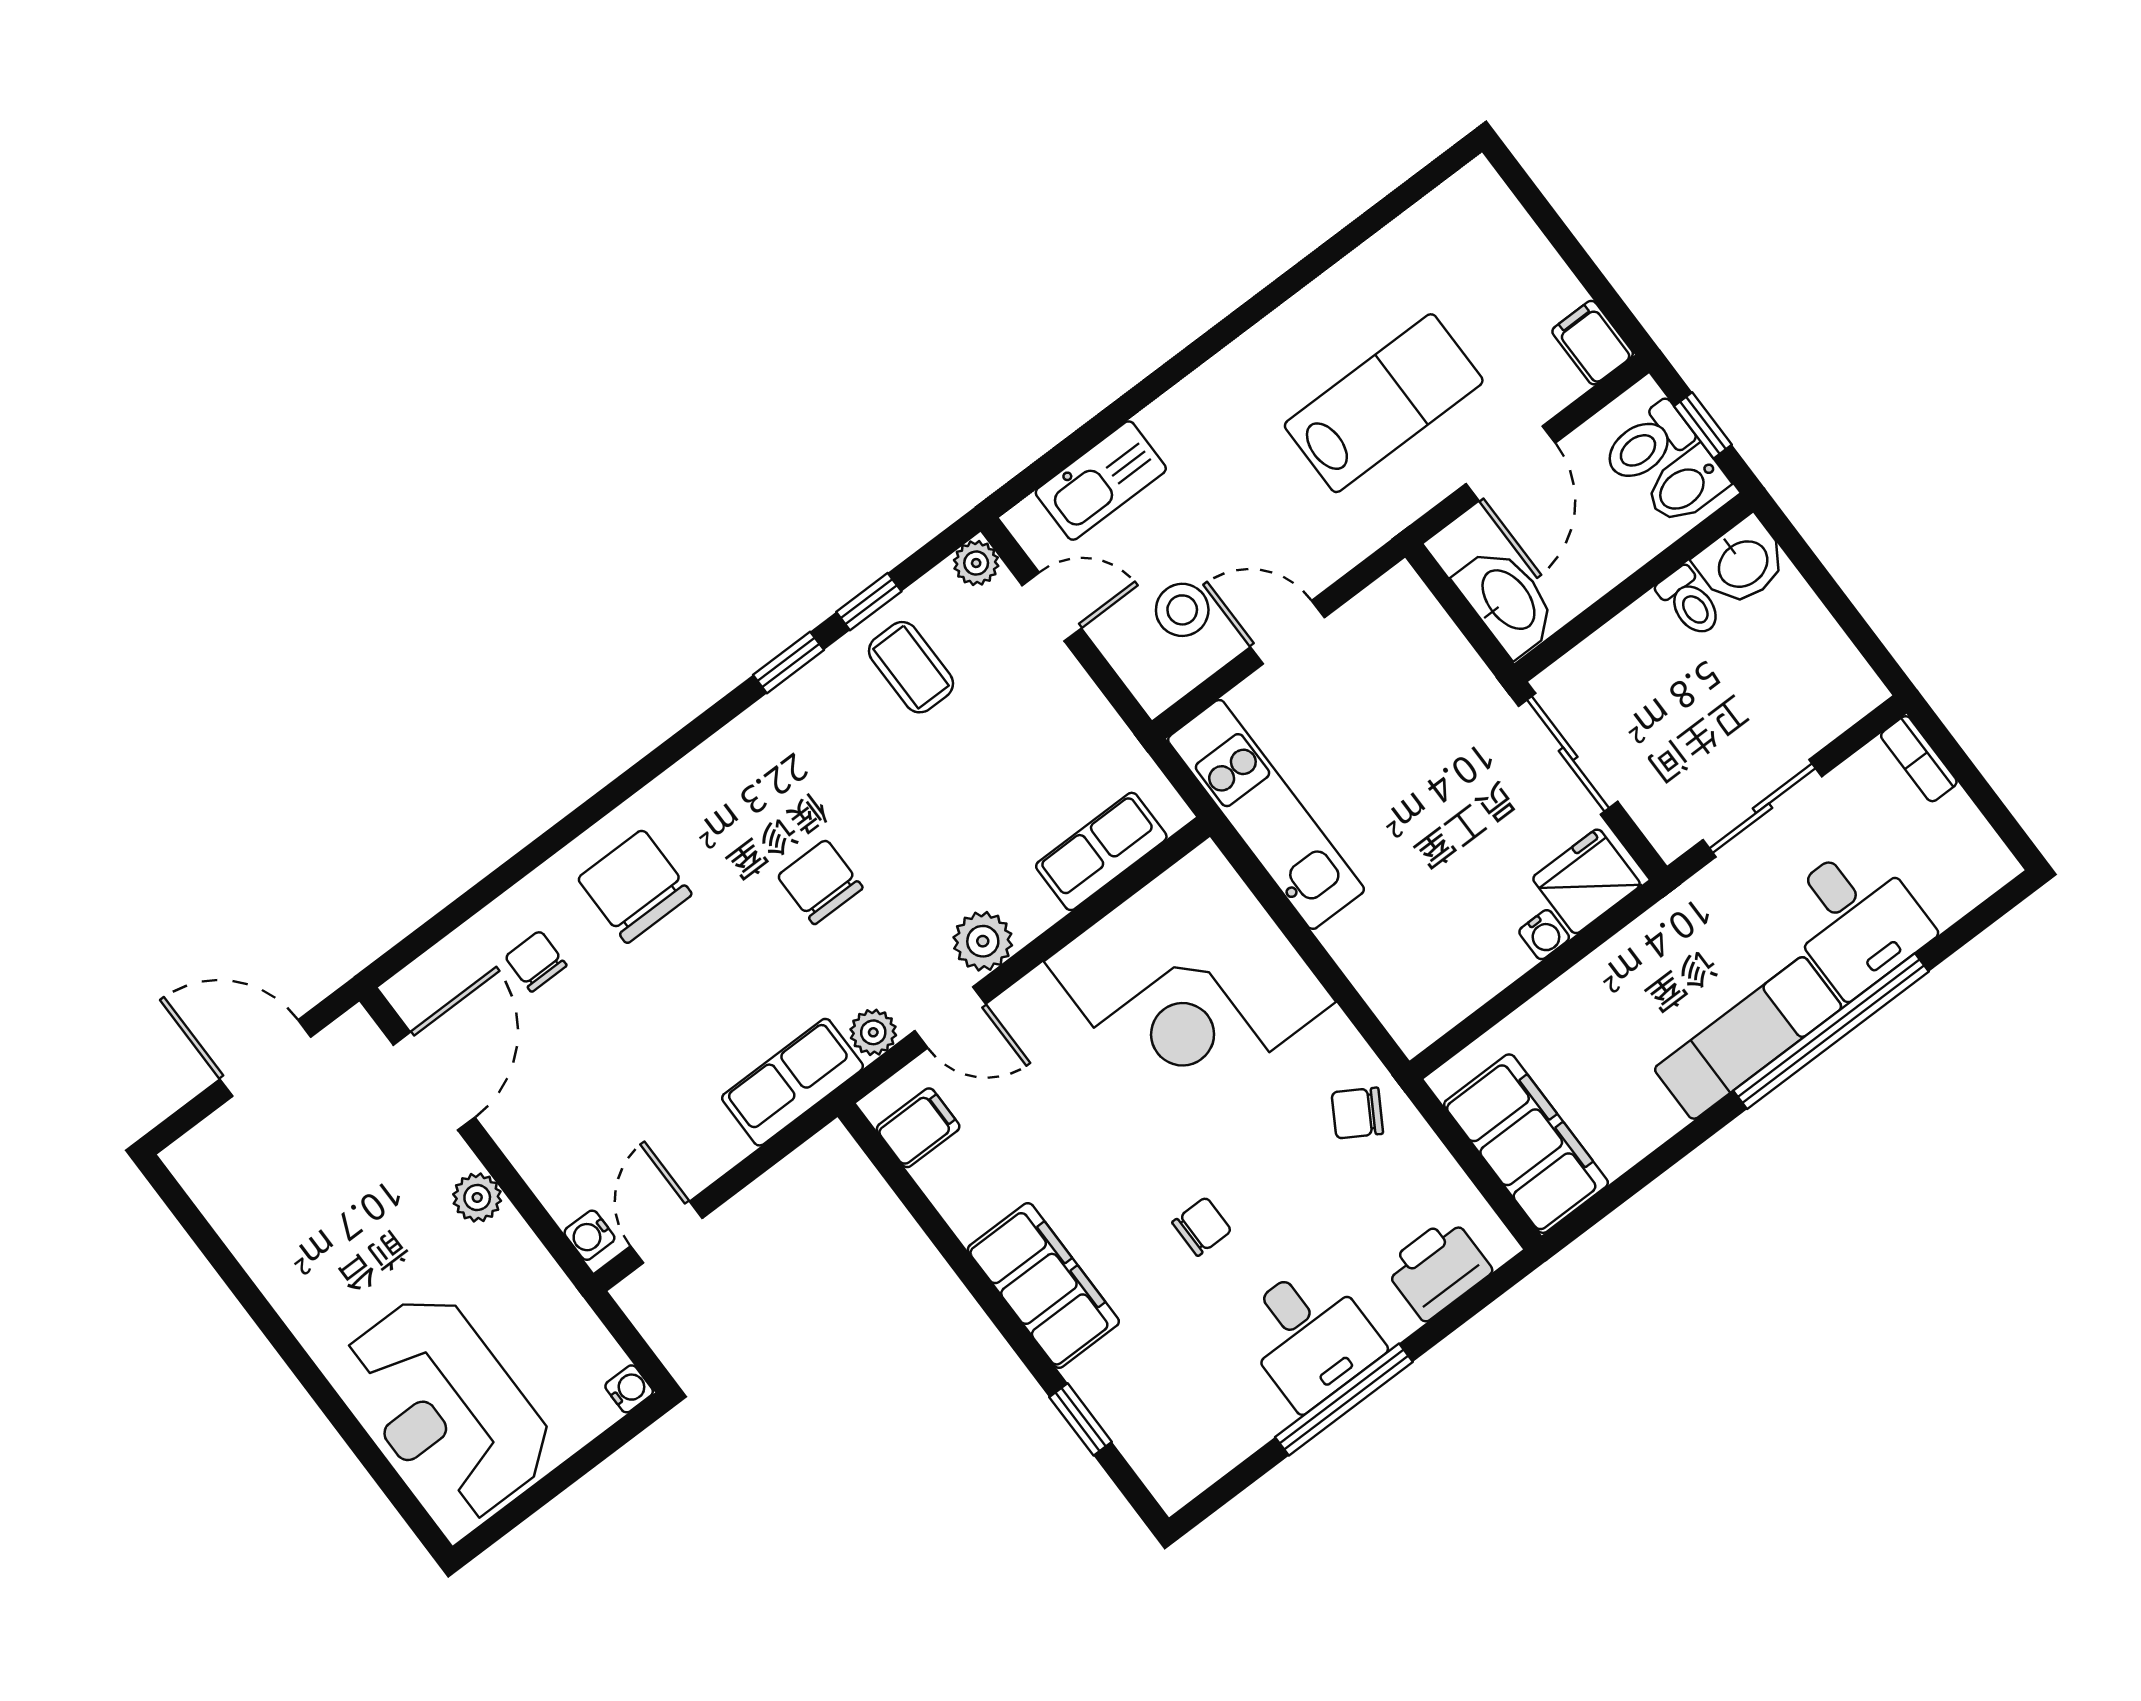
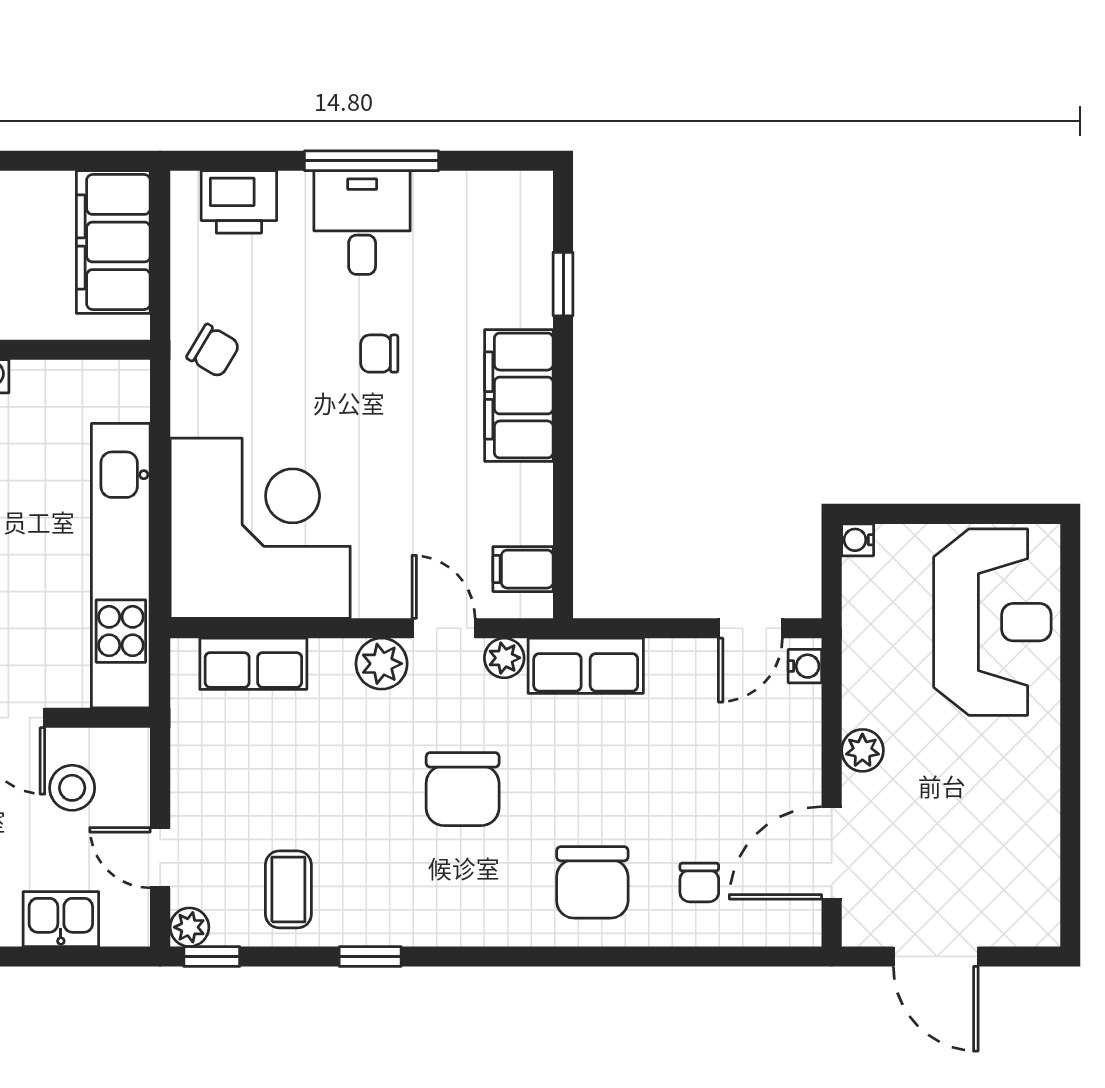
kitchen sink: (1101, 481) -> (61, 919), width x0.73
window: (869, 602) -> (212, 956), moved
kitchen unit: (1266, 814) -> (121, 566), width x1.36
chair: (820, 882) -> (463, 789), width x1.37, depth x1.37

